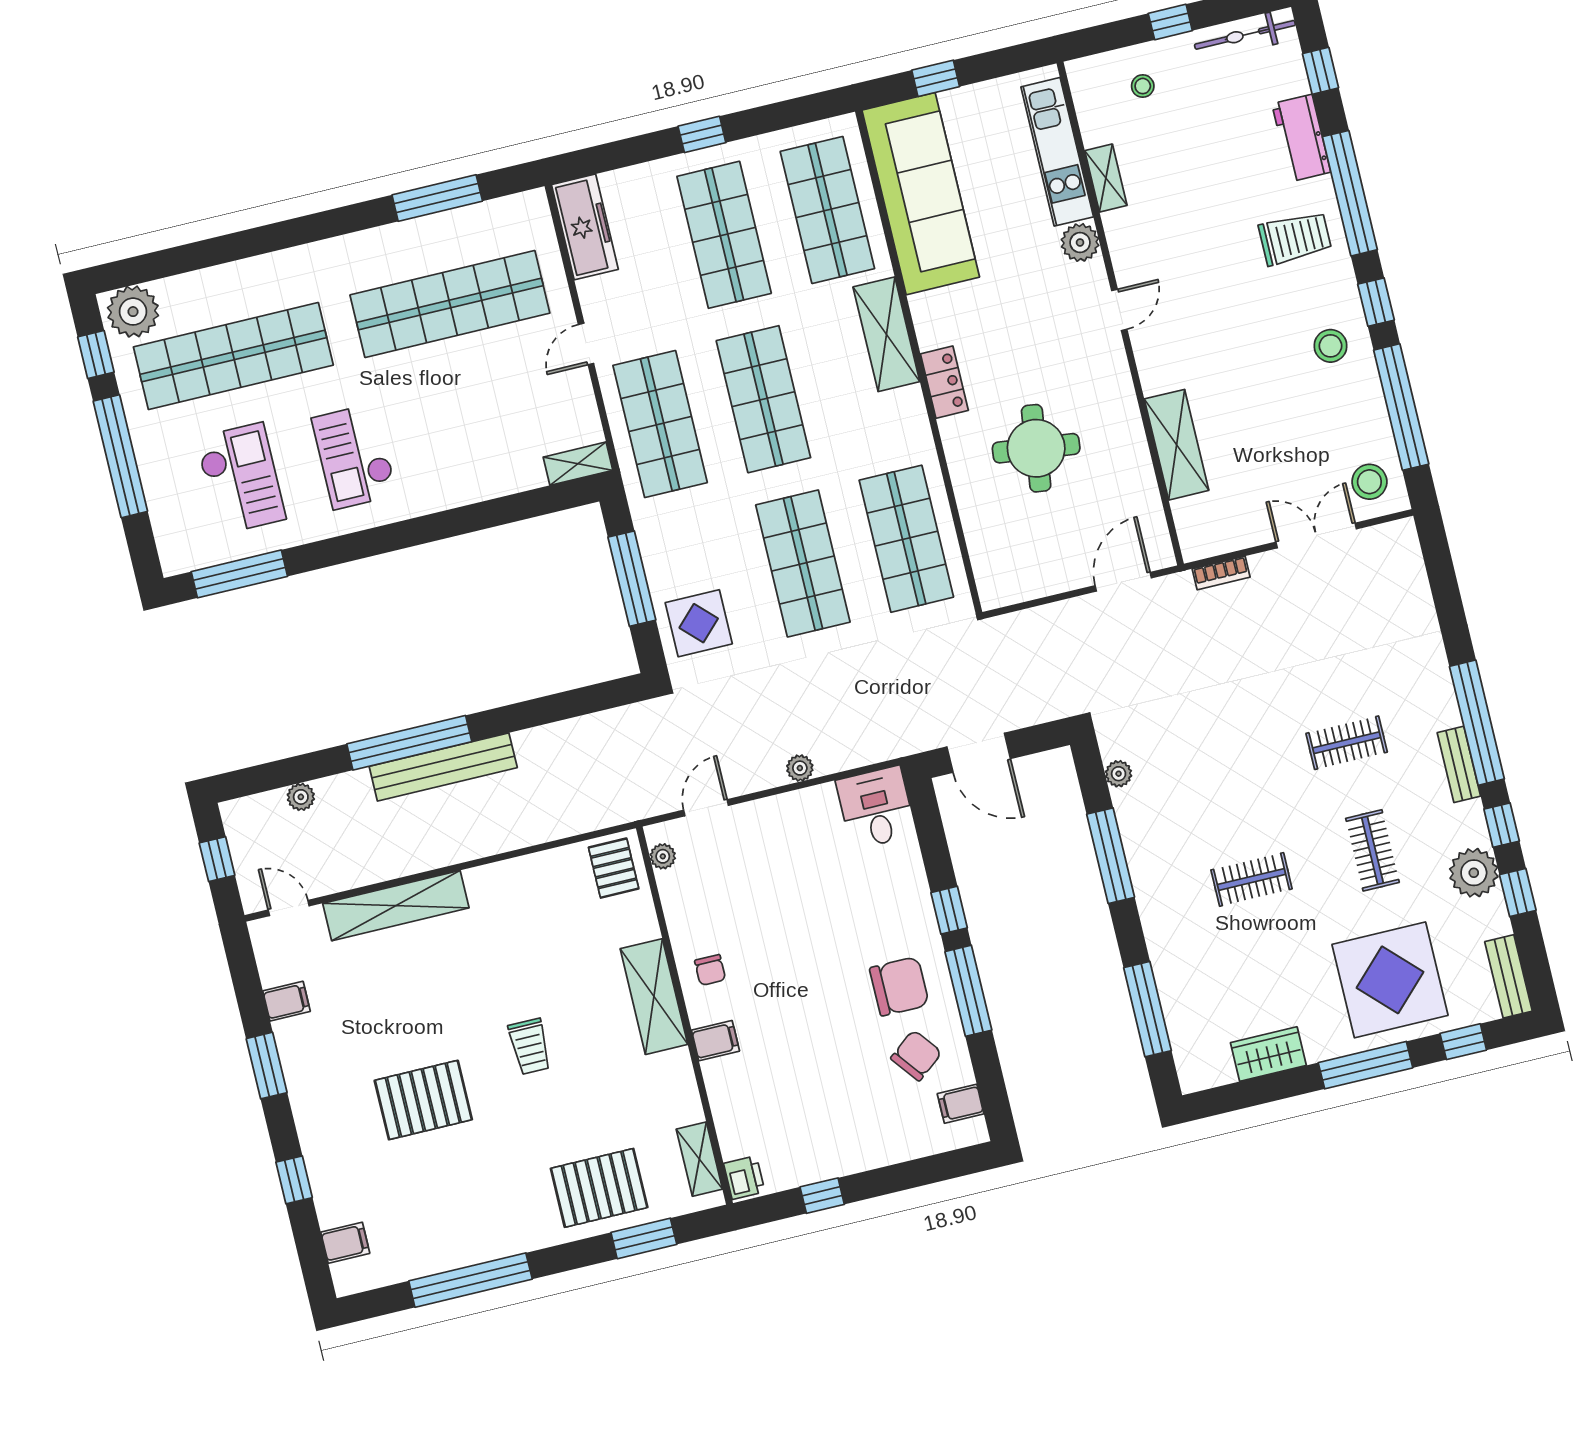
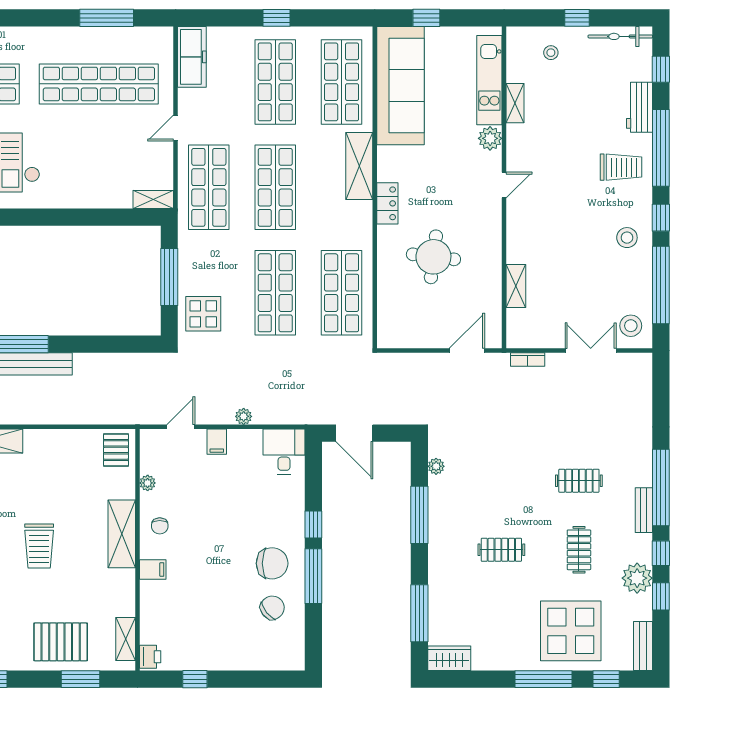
shelving: (1177, 445) -> (516, 286), width x0.67, depth x0.75
plant: (663, 856) -> (148, 483), moved
trolley: (530, 1046) -> (39, 546), width x1.36, depth x1.39
wardrobe: (1268, 1054) -> (449, 658), moved
filing cabinet: (961, 1104) -> (217, 442), moved, turned -90

